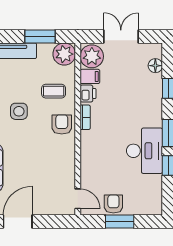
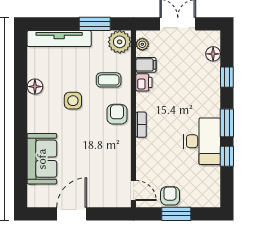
plant: (92, 56) -> (142, 44), width x0.53, depth x0.53
bookcase: (85, 117) -> (141, 125), moved

